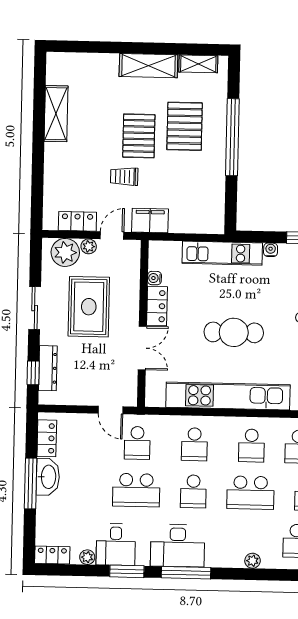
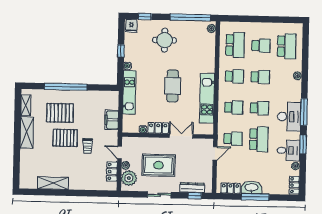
filing cabinet: (150, 221) -> (112, 120), moved
kitchen unit: (228, 396) -> (207, 98), width x0.73
school desk: (250, 493) -> (260, 77), width x0.54

